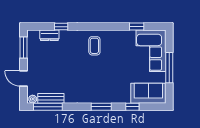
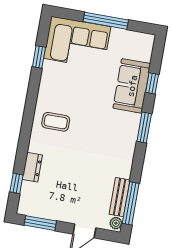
window: (61, 27) -> (16, 183), moved
dresser: (49, 35) -> (32, 167), moved
sofa: (148, 93) -> (132, 86), moved

